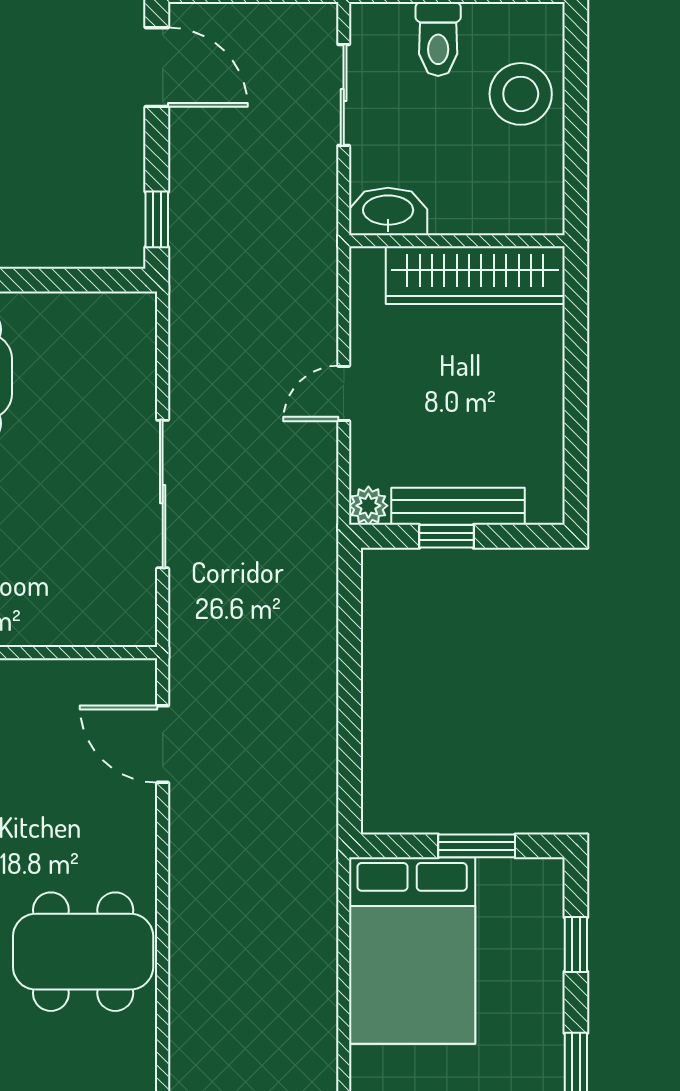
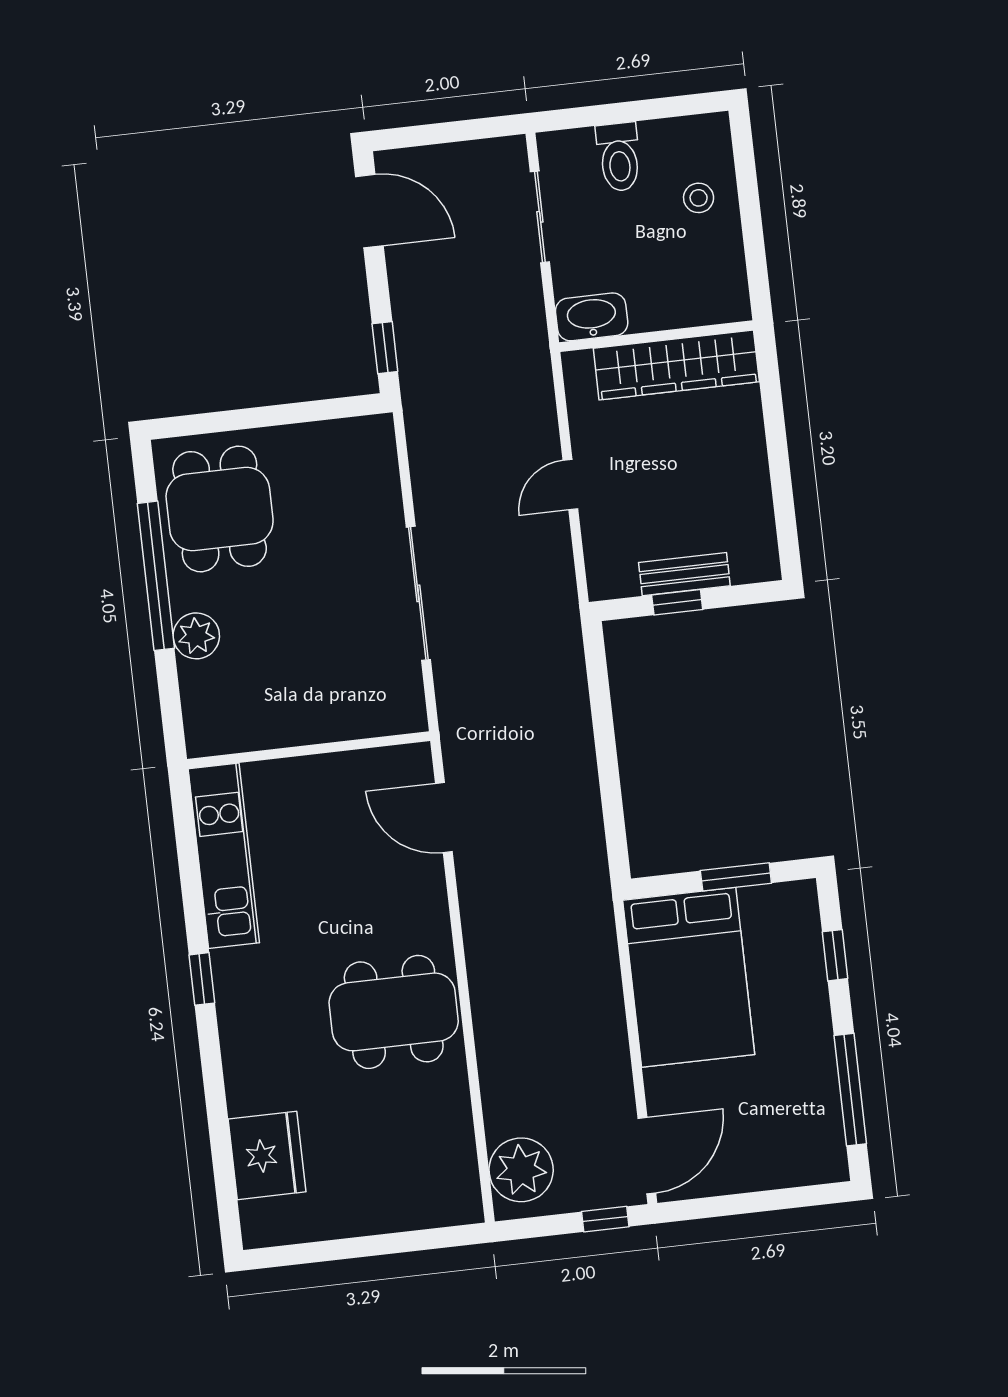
stool: (521, 94) -> (699, 198), width x0.53, depth x0.53
plant: (368, 506) -> (604, 583), removed
bench: (458, 506) -> (684, 574), width x0.73

